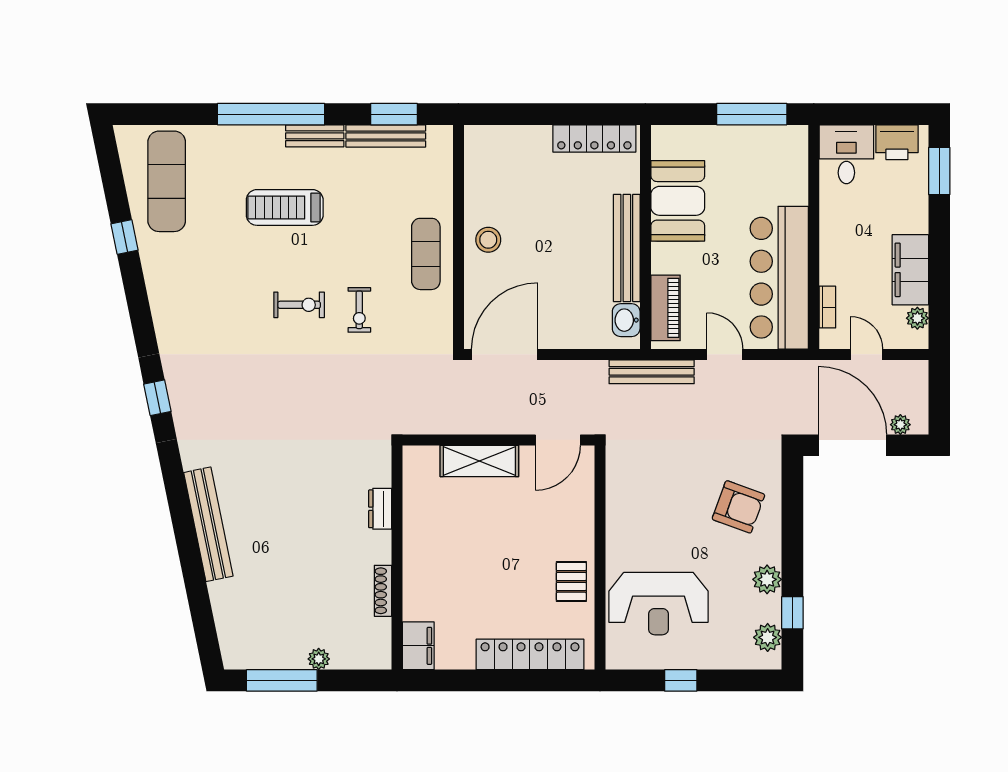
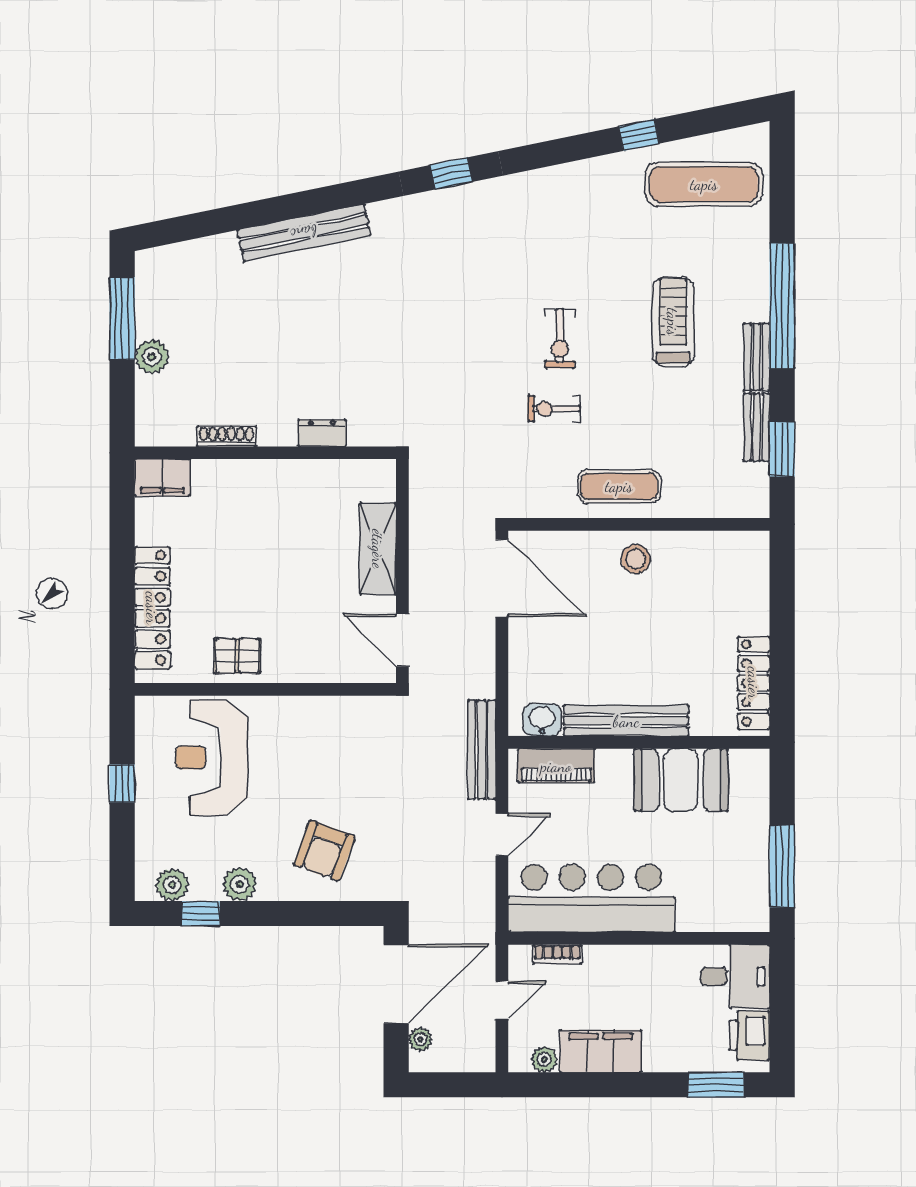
bench: (386, 136) -> (757, 427), width x0.73
plant: (319, 659) -> (152, 357), width x1.38, depth x1.38

